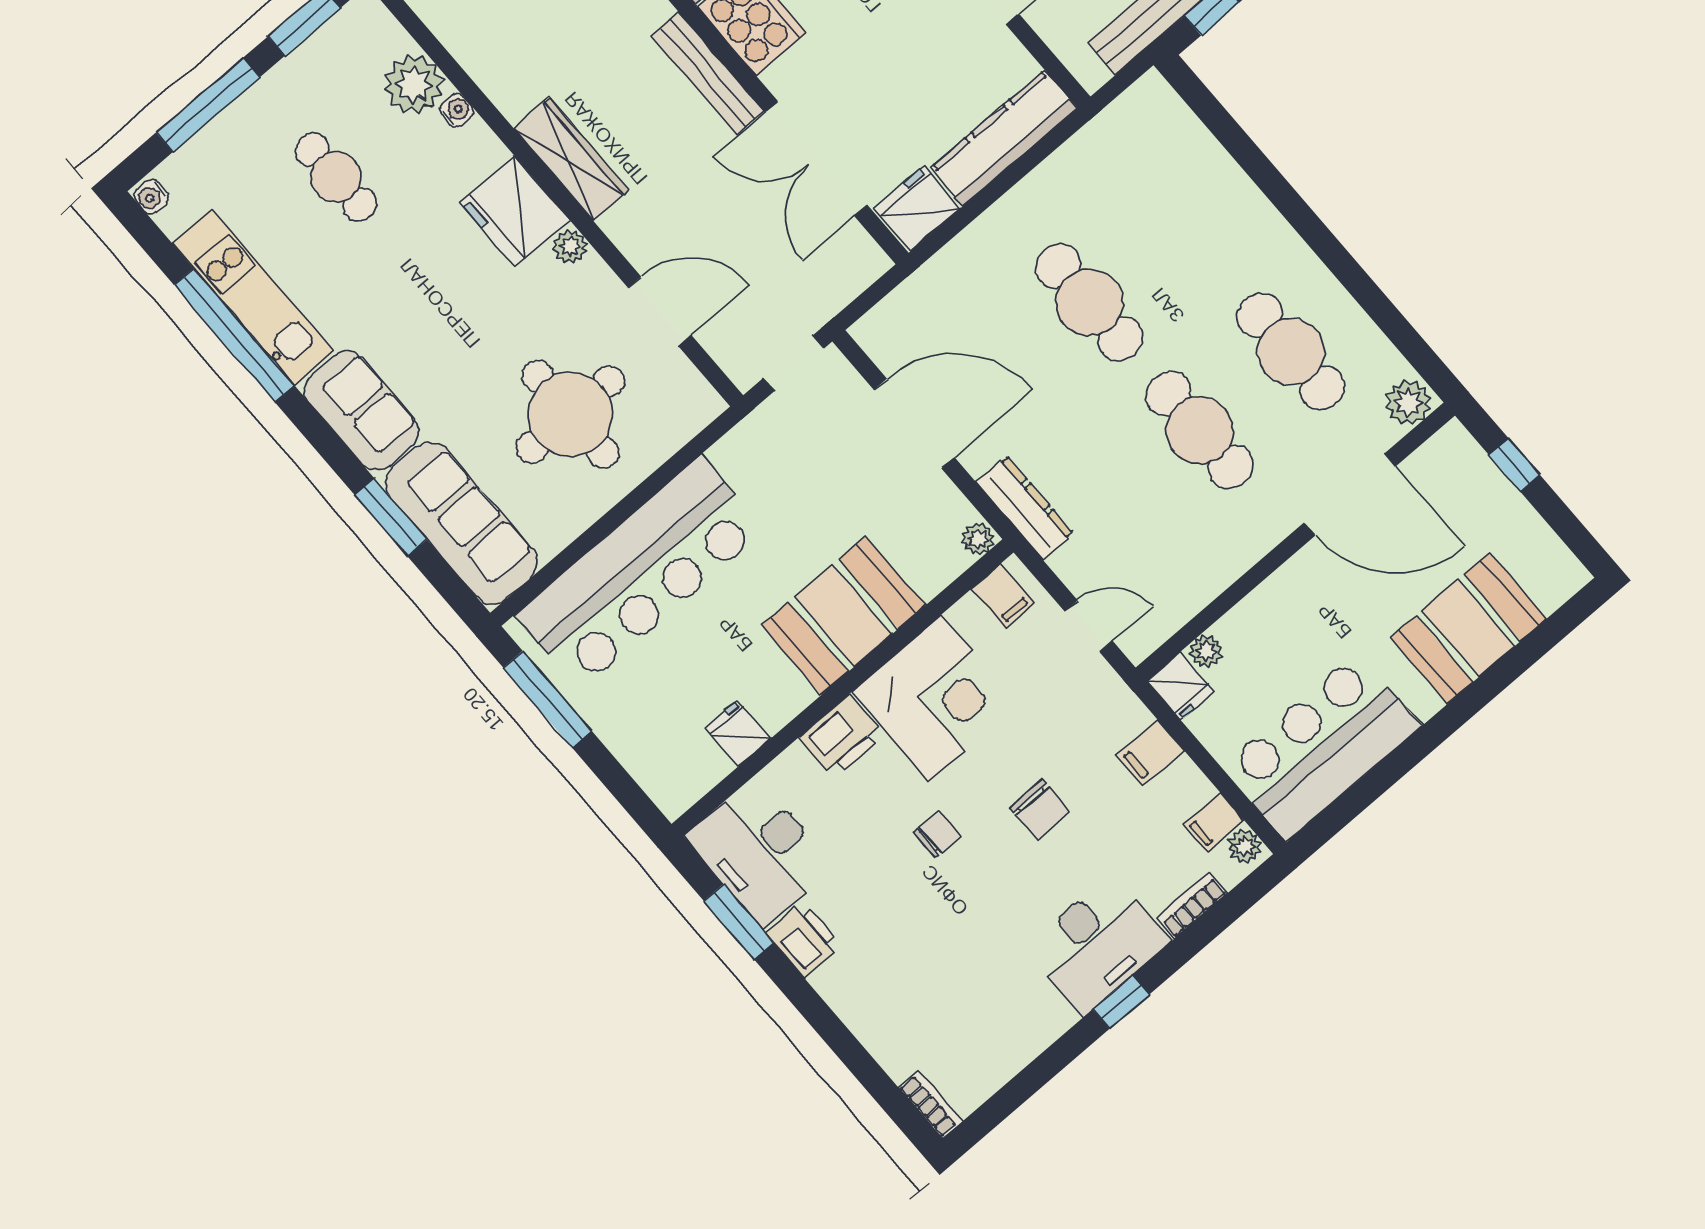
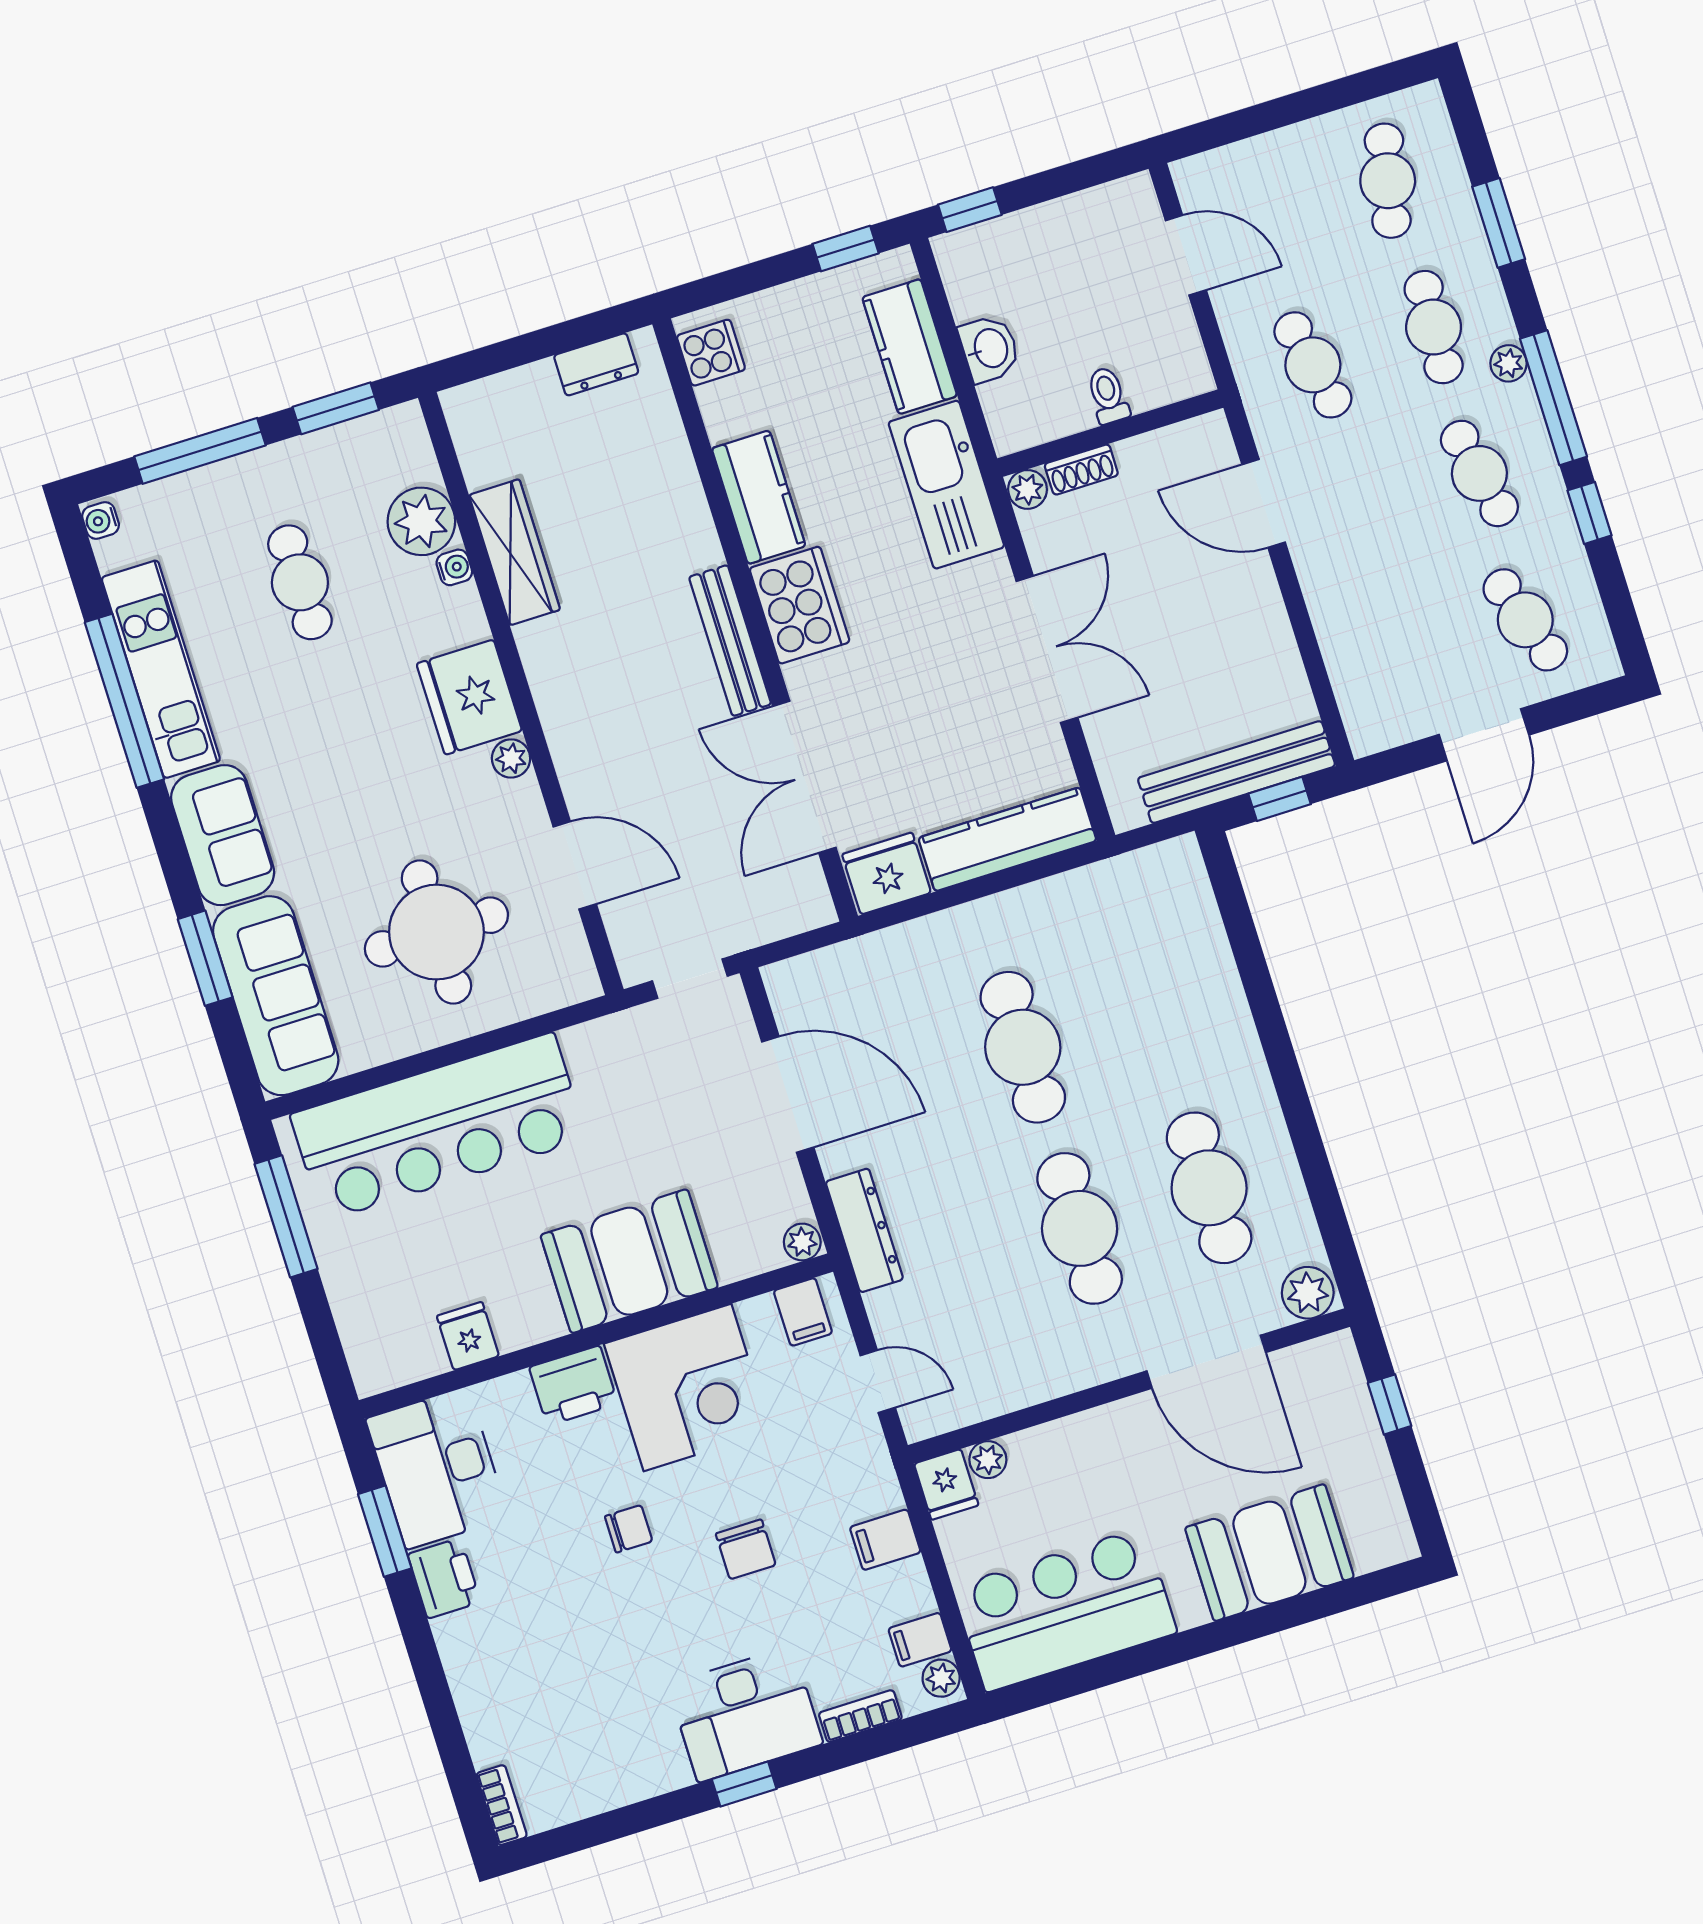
wardrobe: (571, 159) -> (514, 552), moved

